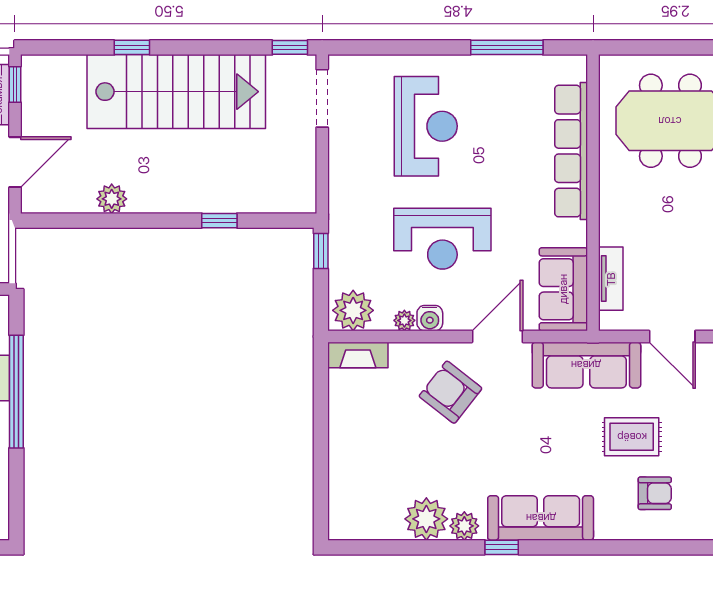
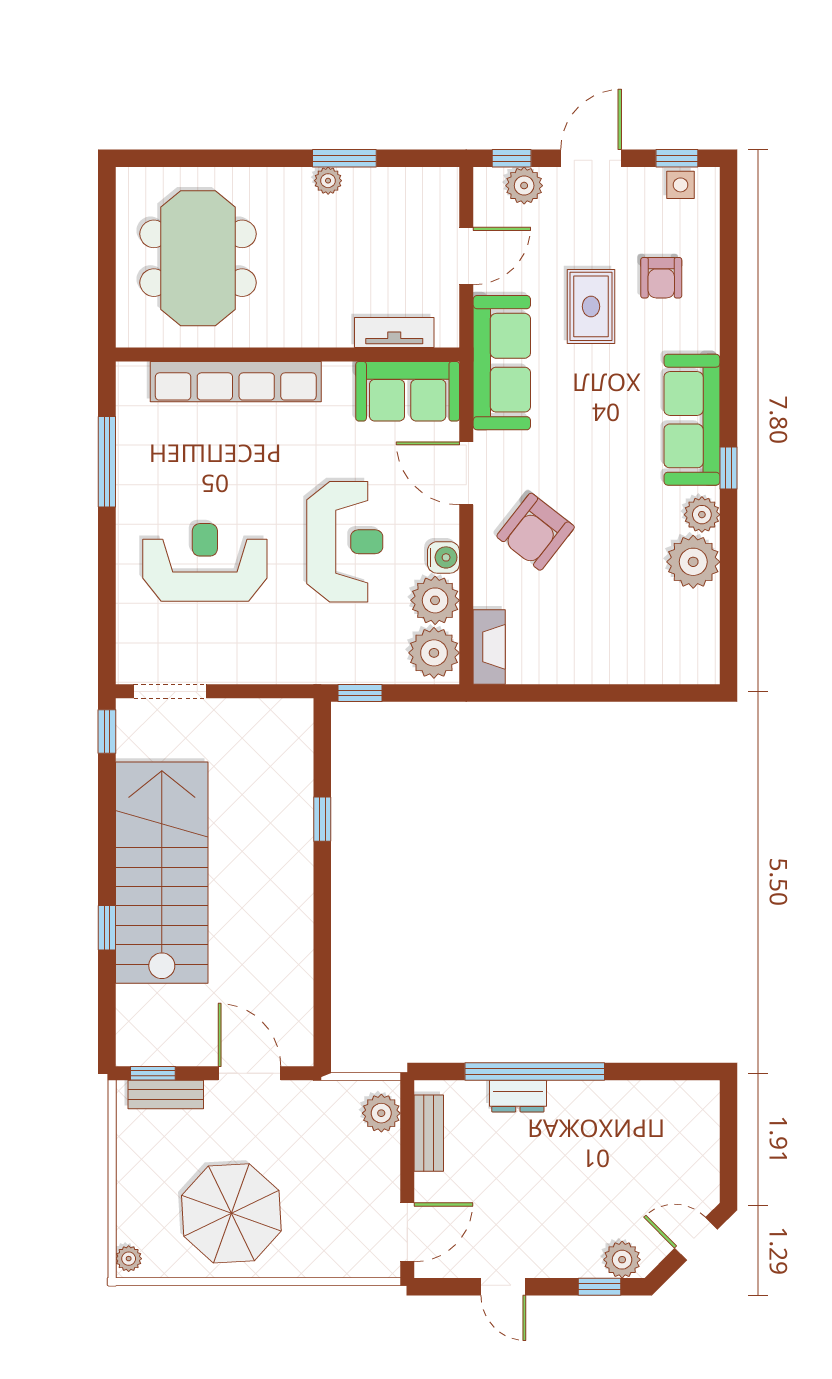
plant: (112, 199) -> (295, 953), removed
plant: (404, 320) -> (435, 600), width x1.87, depth x1.87
armchair: (655, 493) -> (661, 278), turned 180

